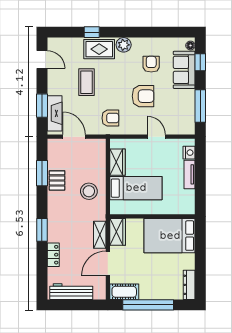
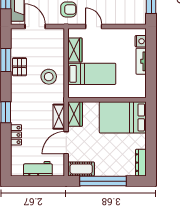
door: (156, 137) -> (94, 27), moved
workbench: (71, 292) -> (38, 169), width x0.73

